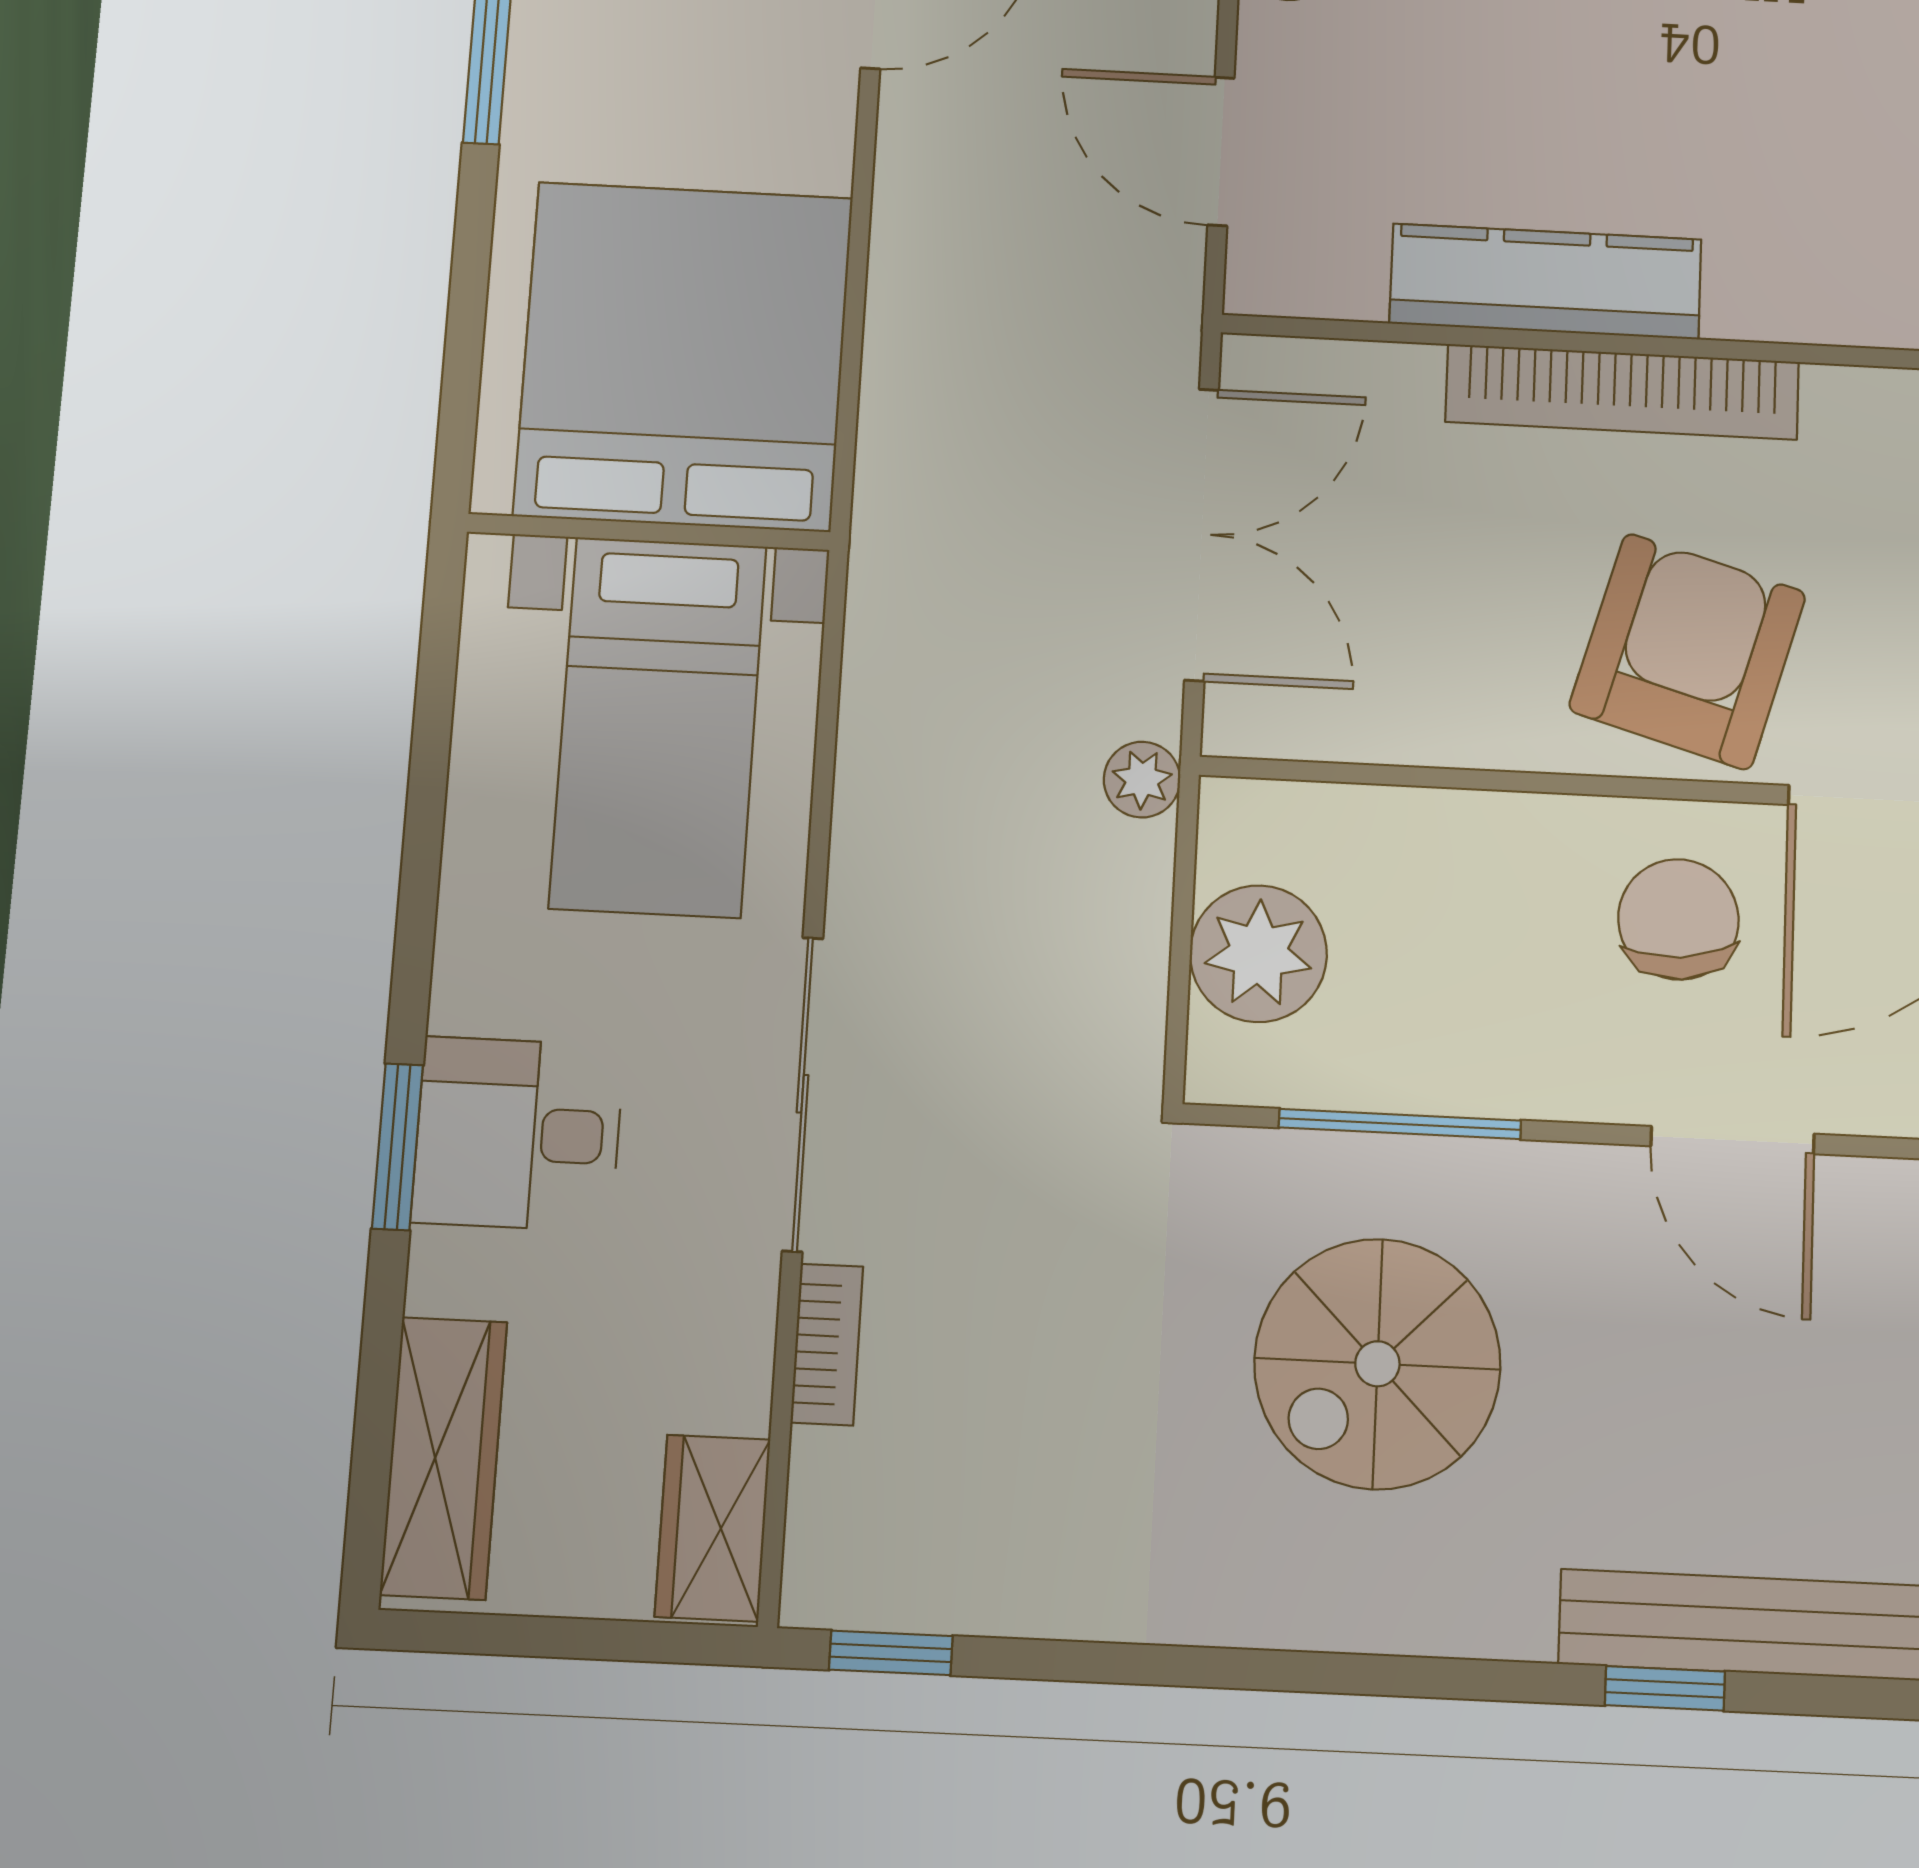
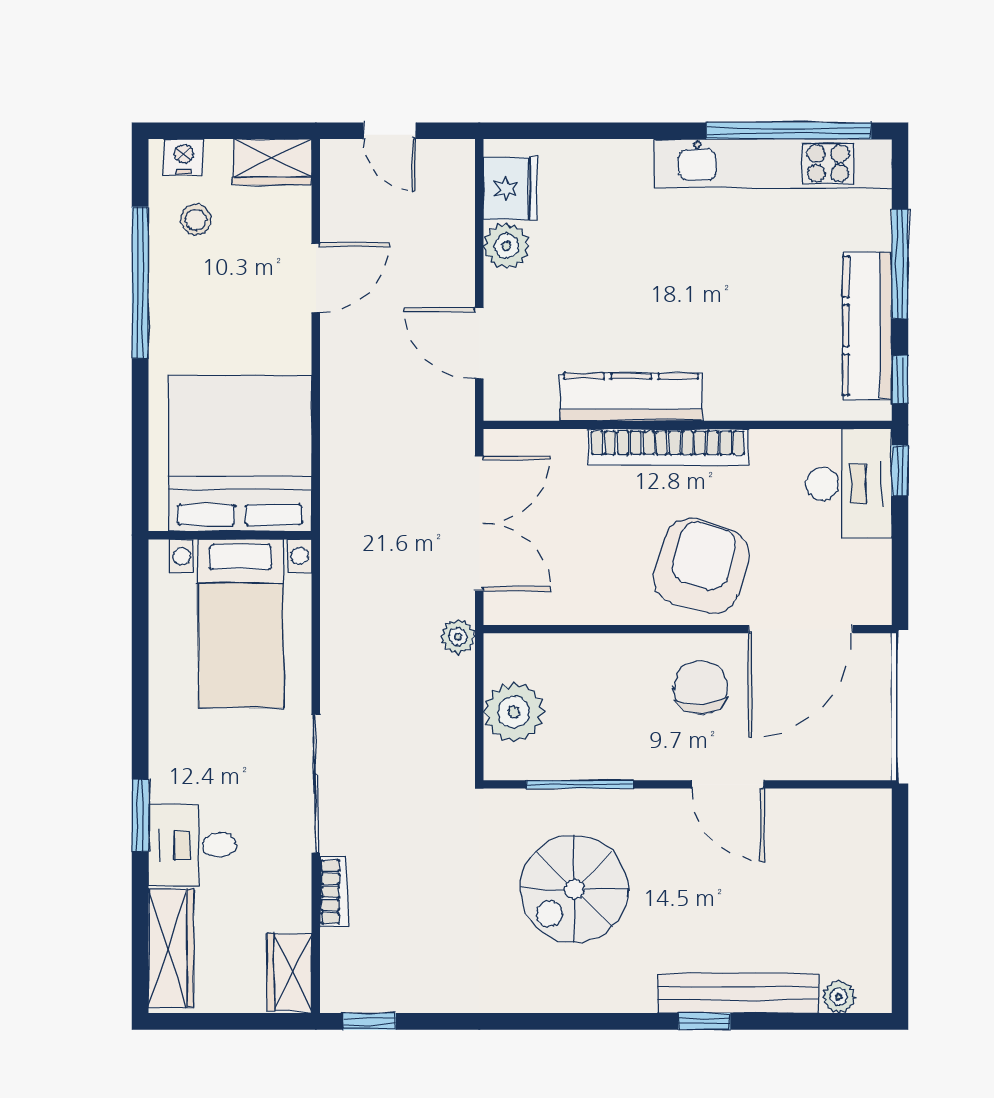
desk: (518, 1134) -> (192, 845), moved

